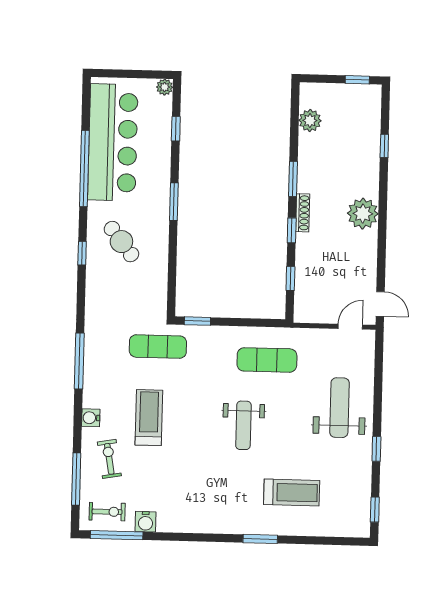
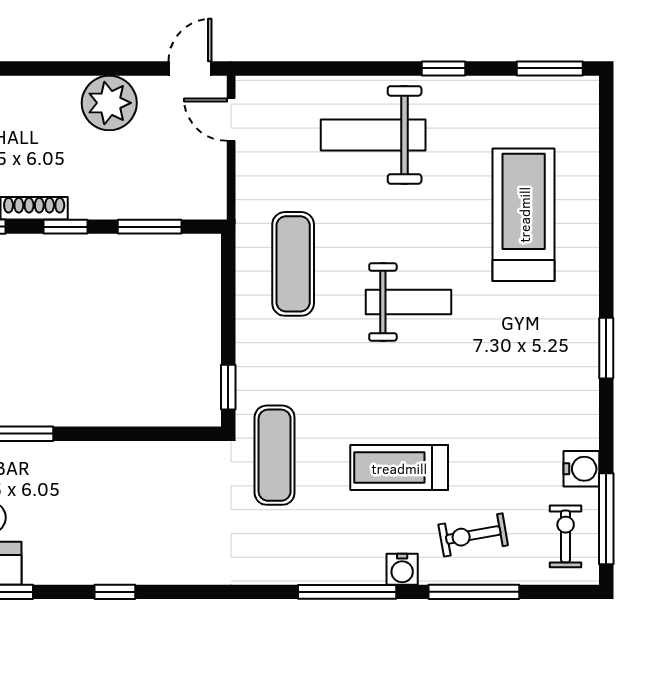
plant: (363, 214) -> (109, 103), moved
cafe table: (121, 242) -> (93, 524), removed
window: (290, 279) -> (150, 227), width x1.50
window: (79, 361) -> (347, 592), moved
window: (76, 479) -> (474, 592), moved
treadmill: (292, 492) -> (524, 215), width x1.37, depth x1.38
window: (375, 510) -> (550, 68), width x1.50
window: (260, 539) -> (606, 348), moved

